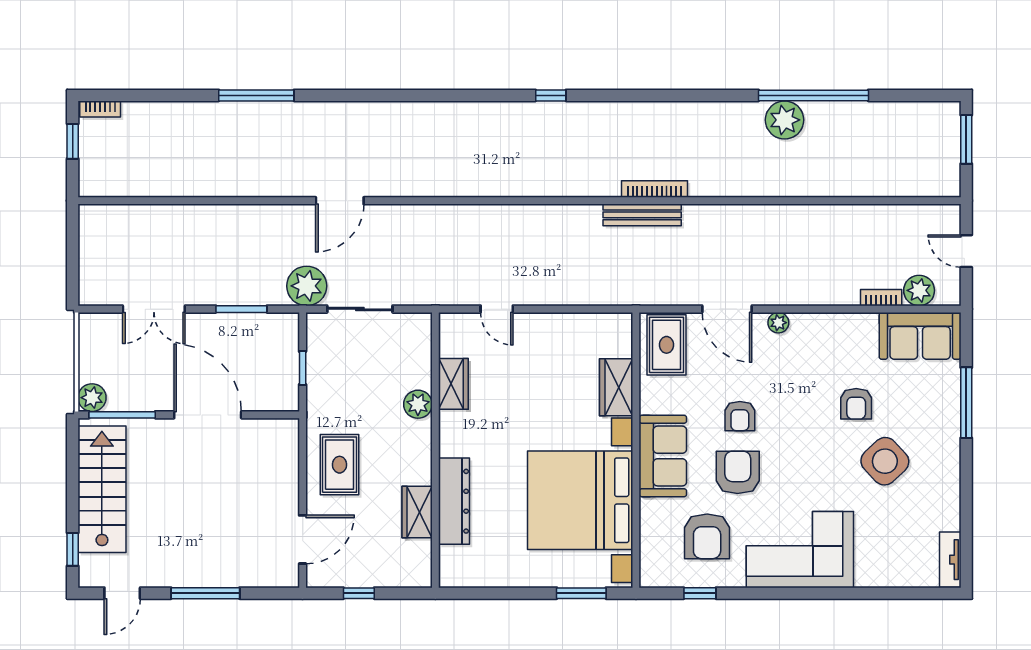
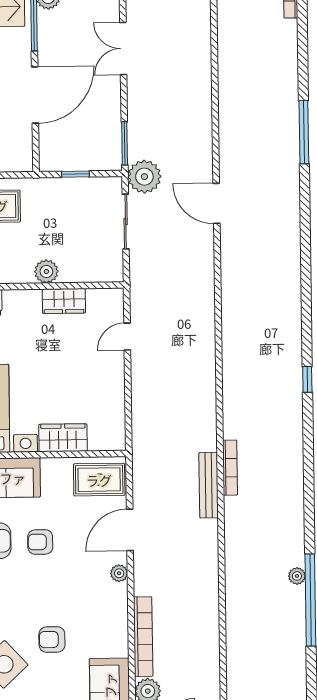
plant: (785, 120) -> (297, 576), width x0.53, depth x0.53
bench: (642, 215) -> (209, 485), moved
bookcase: (881, 298) -> (143, 637), width x2.31, depth x1.31
window: (241, 309) -> (125, 143), moved

